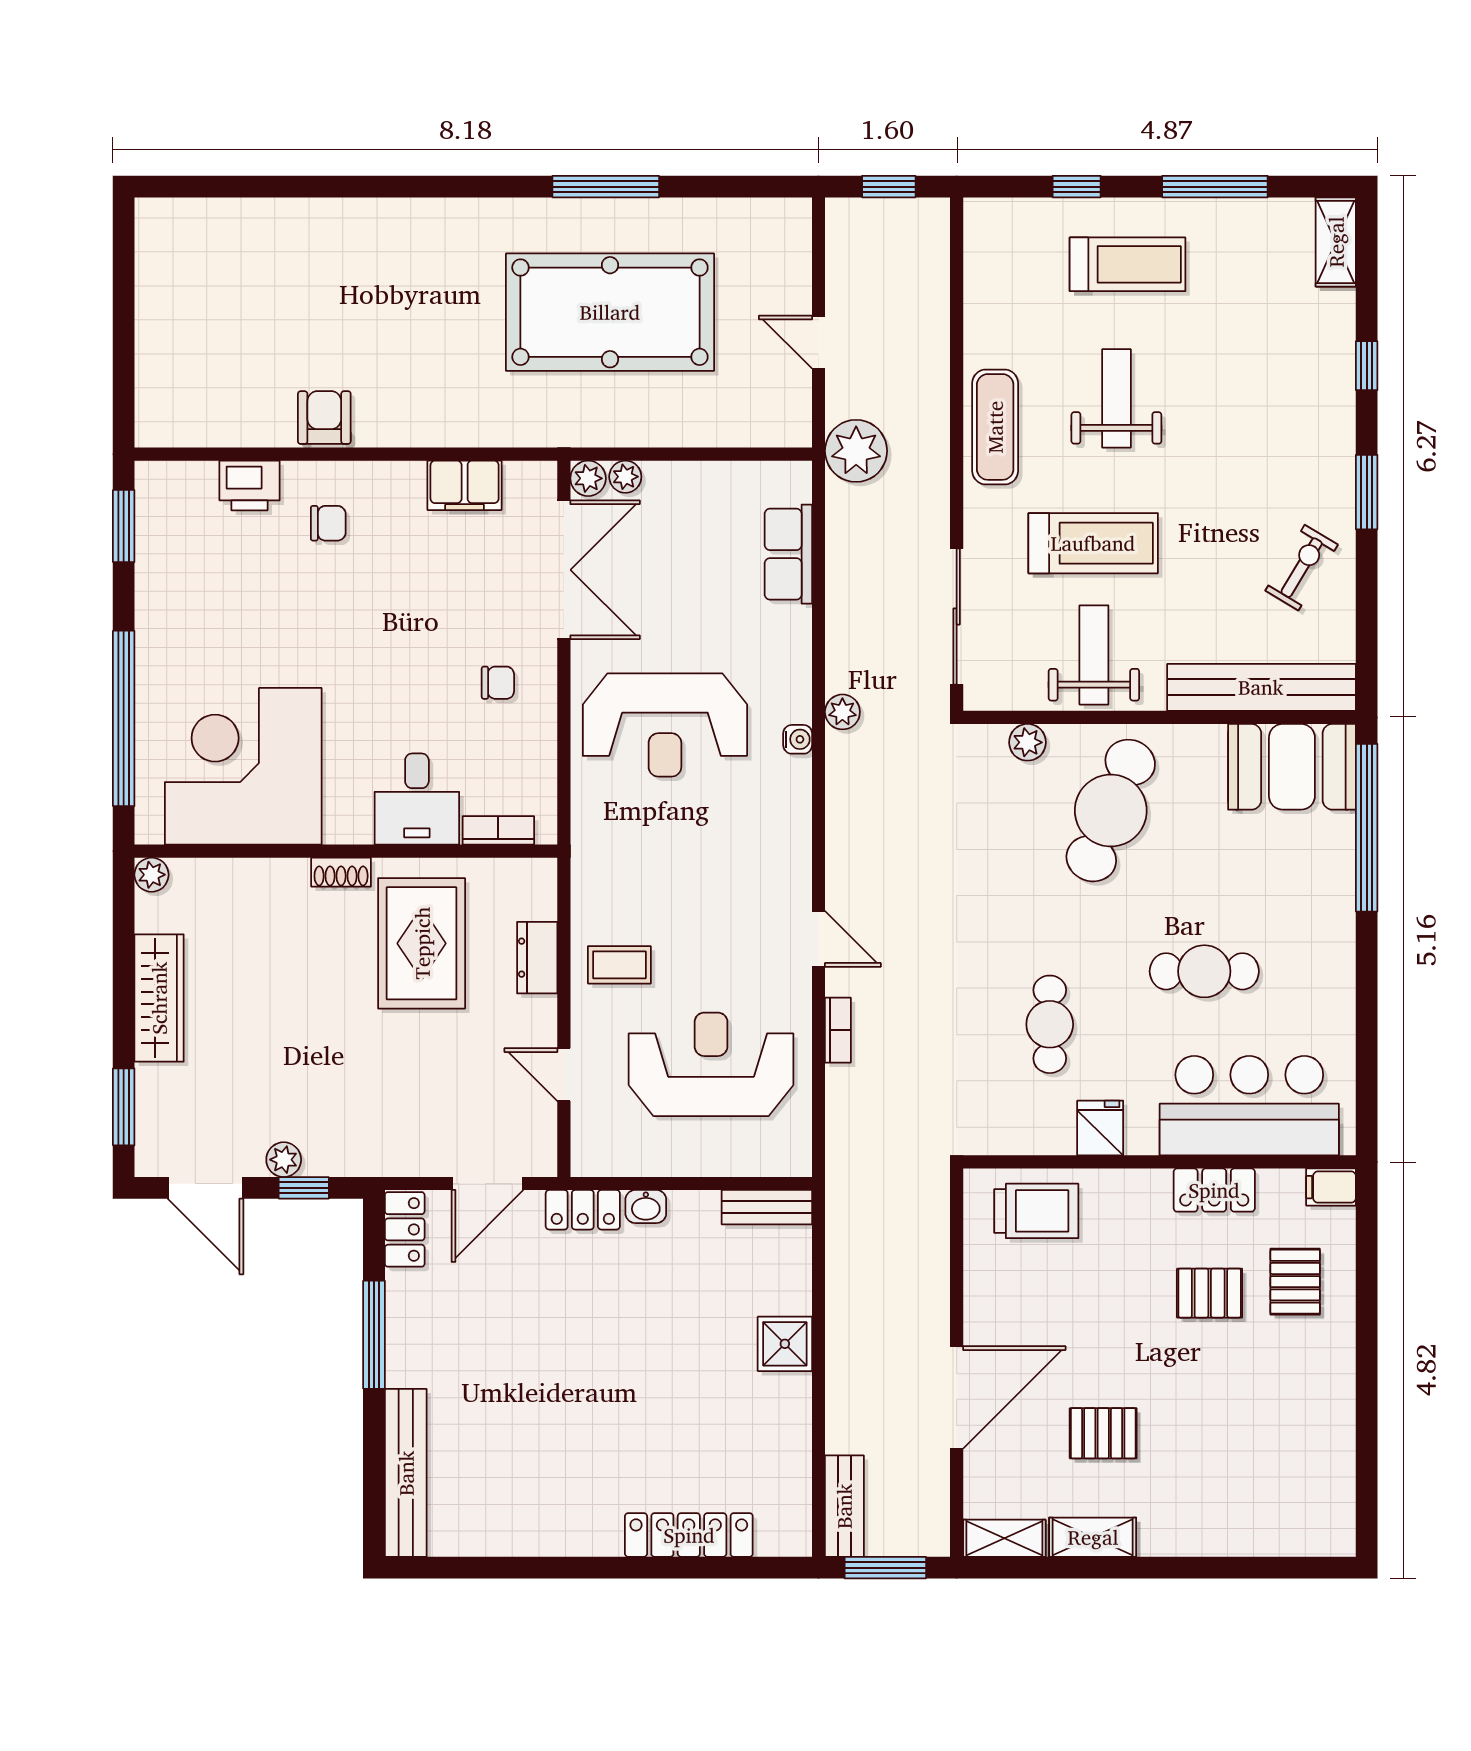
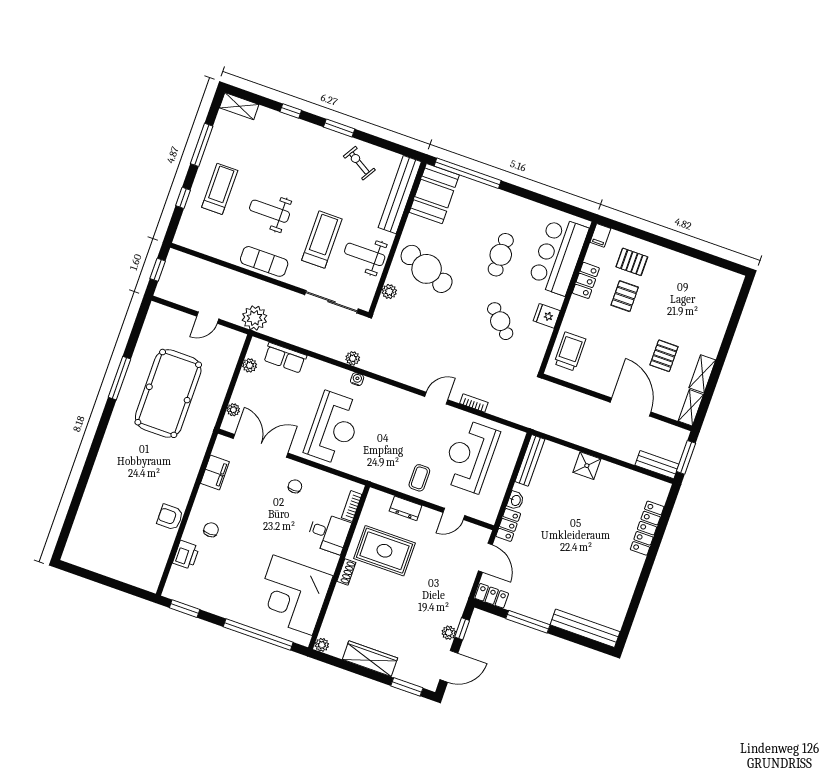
plant: (588, 478) -> (250, 365), moved
cafe table: (1050, 1024) -> (500, 321), turned 45
bench: (767, 1207) -> (530, 460), width x1.36

